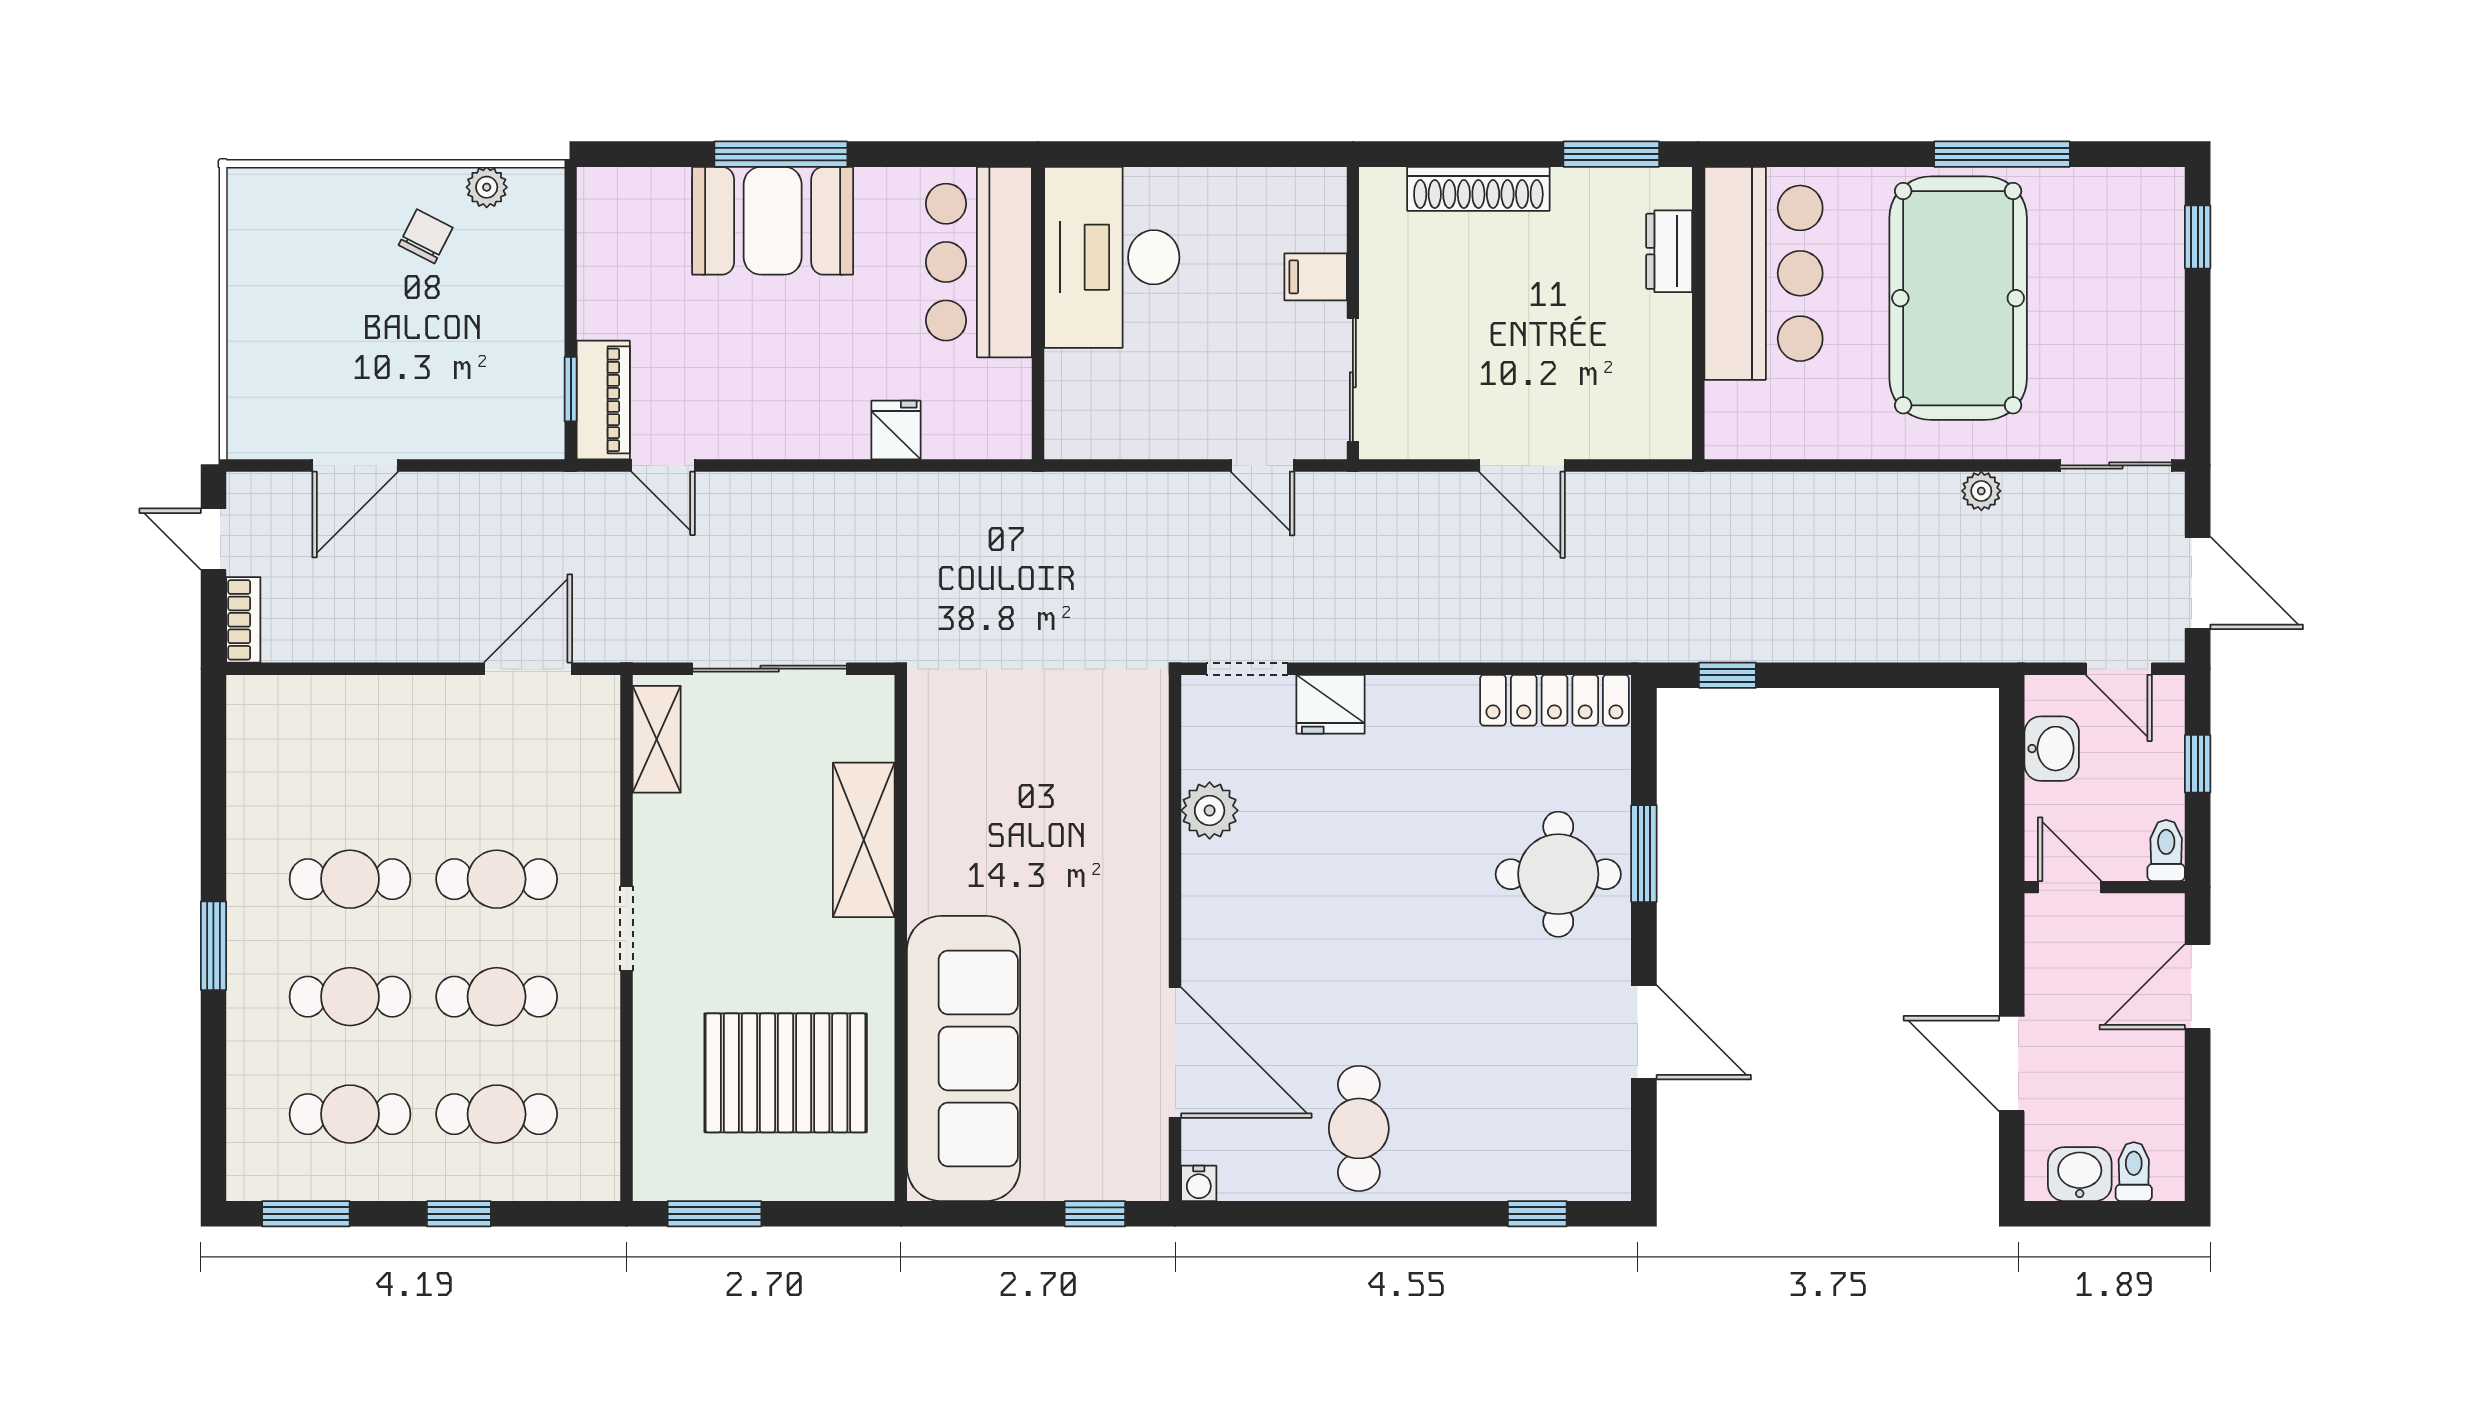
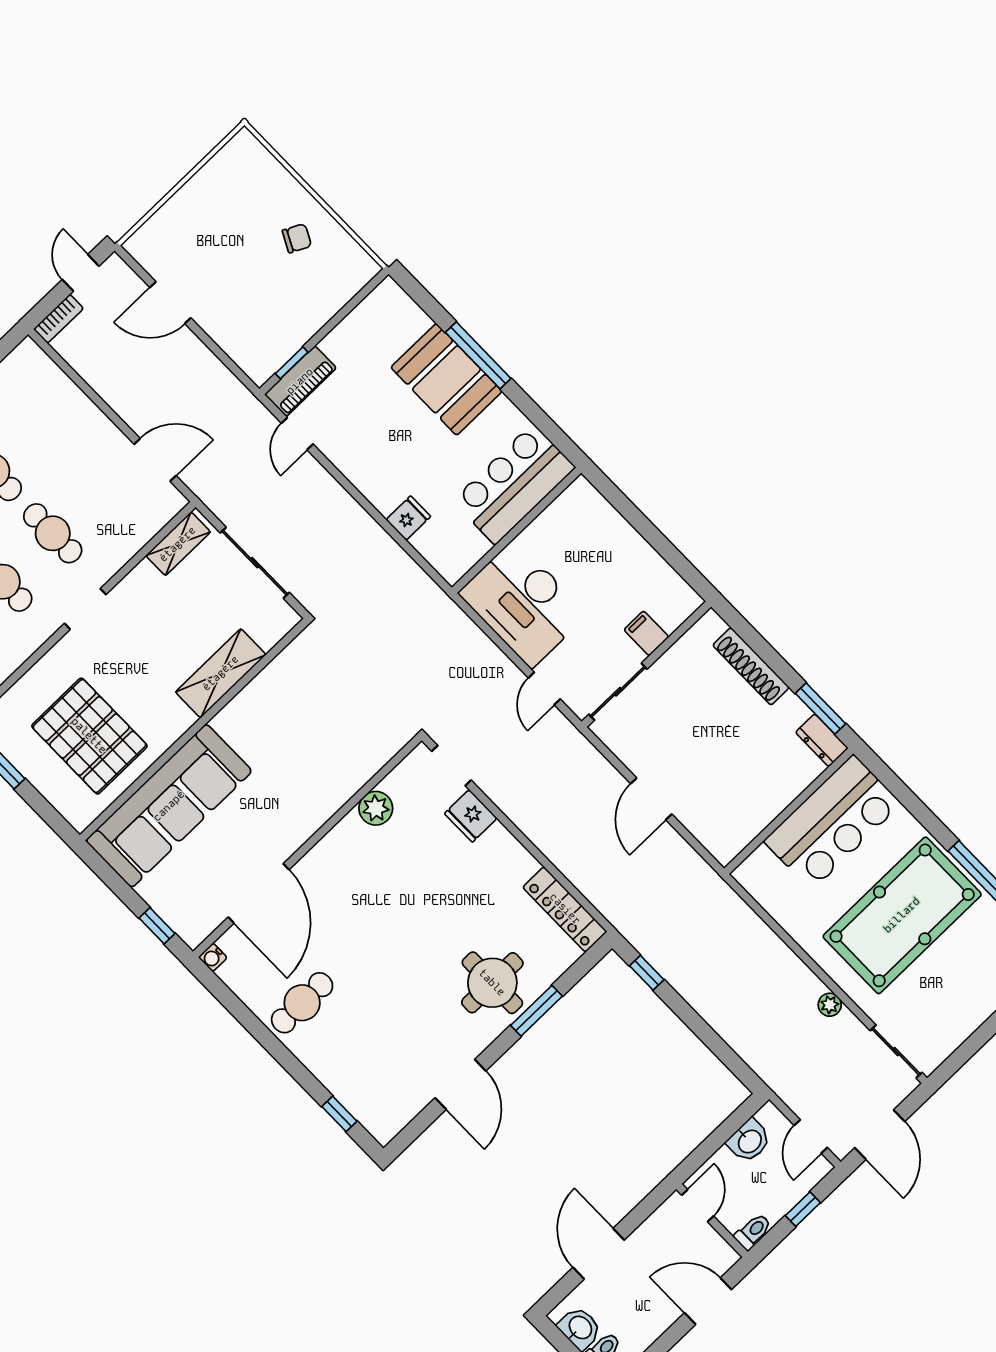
plant: (487, 187) -> (343, 244), removed
dresser: (1669, 251) -> (822, 740), moved, turned -90
desk: (1112, 257) -> (523, 604), moved, turned -90

